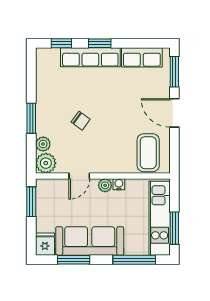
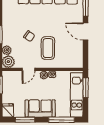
coffee table: (148, 153) -> (48, 48), moved
window: (174, 228) -> (86, 88), moved
sofa: (90, 241) -> (40, 108), width x0.73

